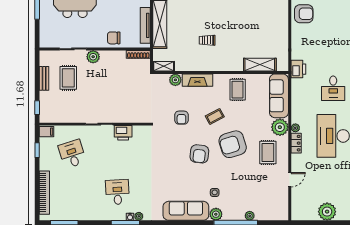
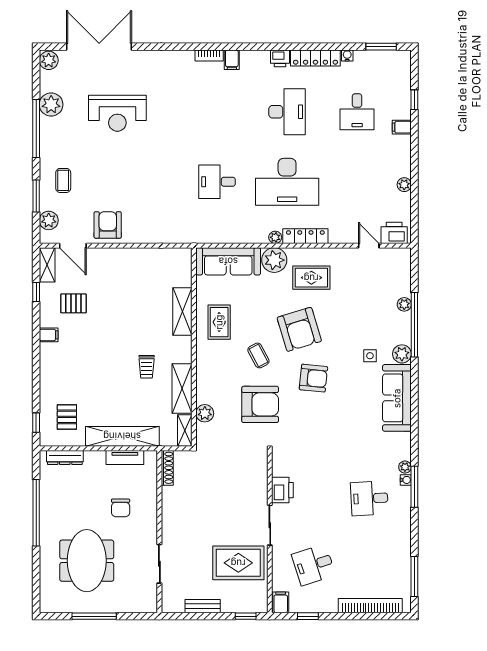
tv unit: (145, 25) -> (125, 457), width x0.71
chair: (114, 38) -> (121, 508), moved
plant: (93, 57) -> (171, 534), removed
shelving: (192, 64) -> (182, 388), added
shelving: (260, 65) -> (182, 312), moved
printer: (298, 69) -> (394, 233), moved
rug: (68, 78) -> (238, 563), moved, width x1.36, depth x1.43
fireplace: (197, 80) -> (205, 381), removed
desk: (333, 88) -> (217, 182), turned 180
rug: (238, 90) -> (219, 322), turned 90
armchair: (181, 118) -> (260, 404), width x1.88, depth x1.88
locker: (296, 143) -> (305, 236), width x1.53
door: (290, 180) -> (369, 246), moved
plant: (327, 212) -> (404, 185), width x0.53, depth x0.53

